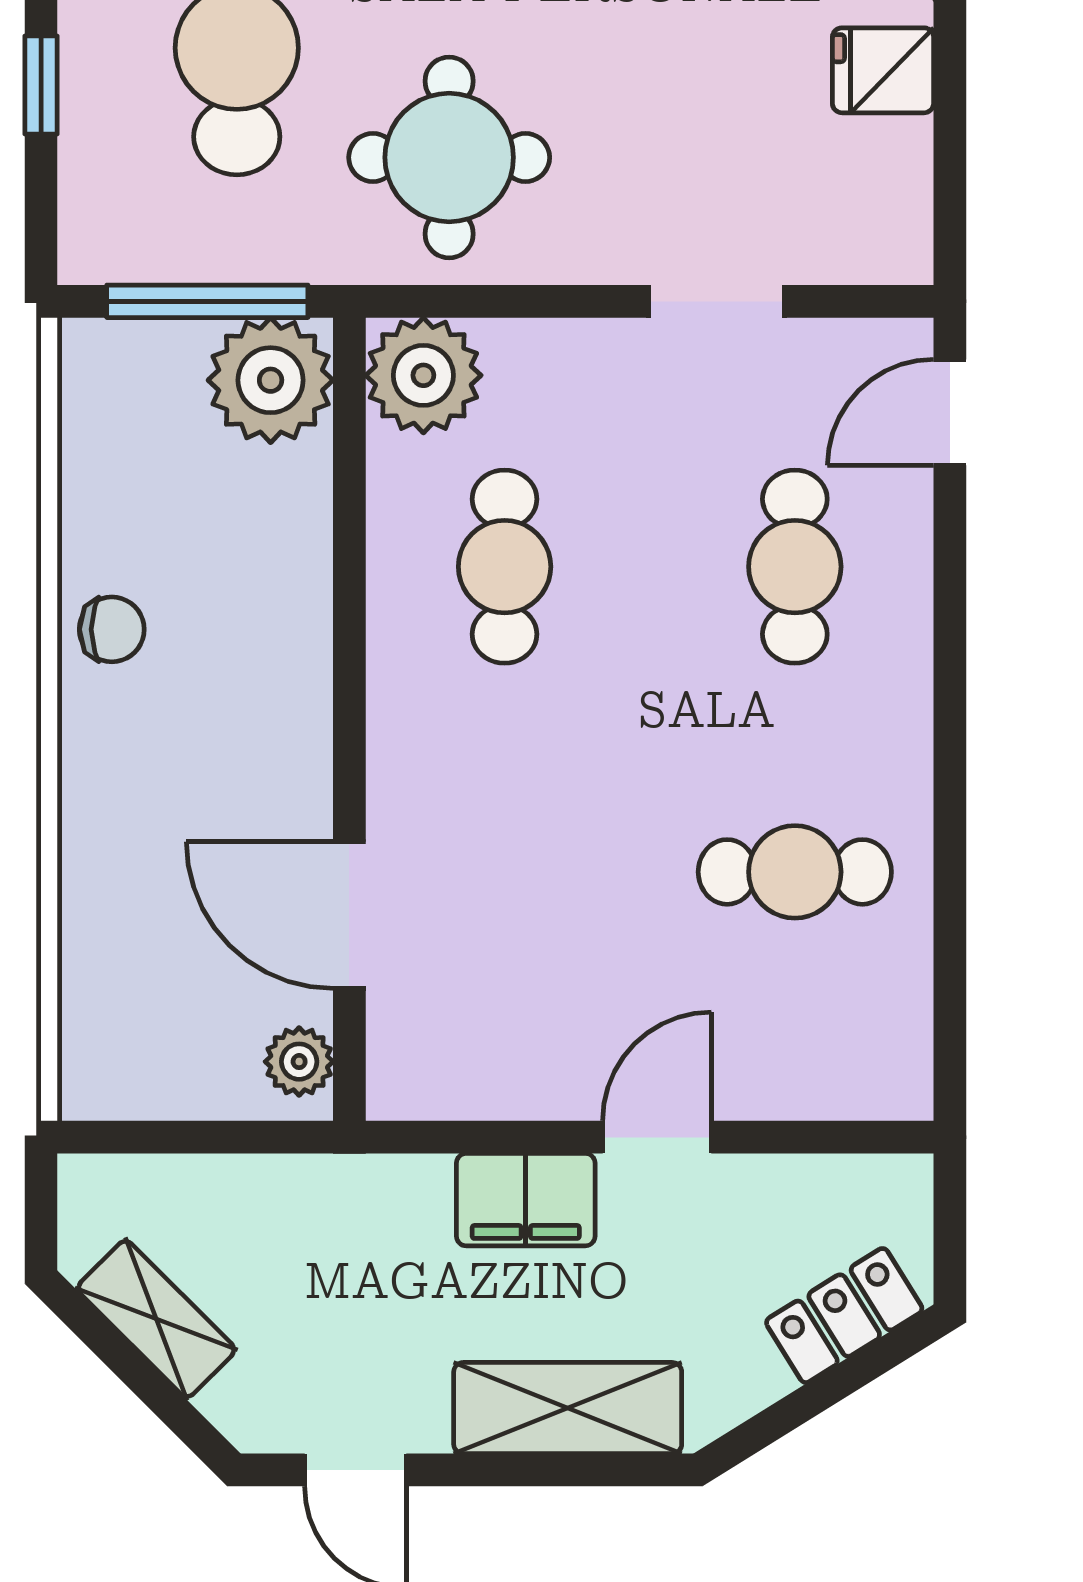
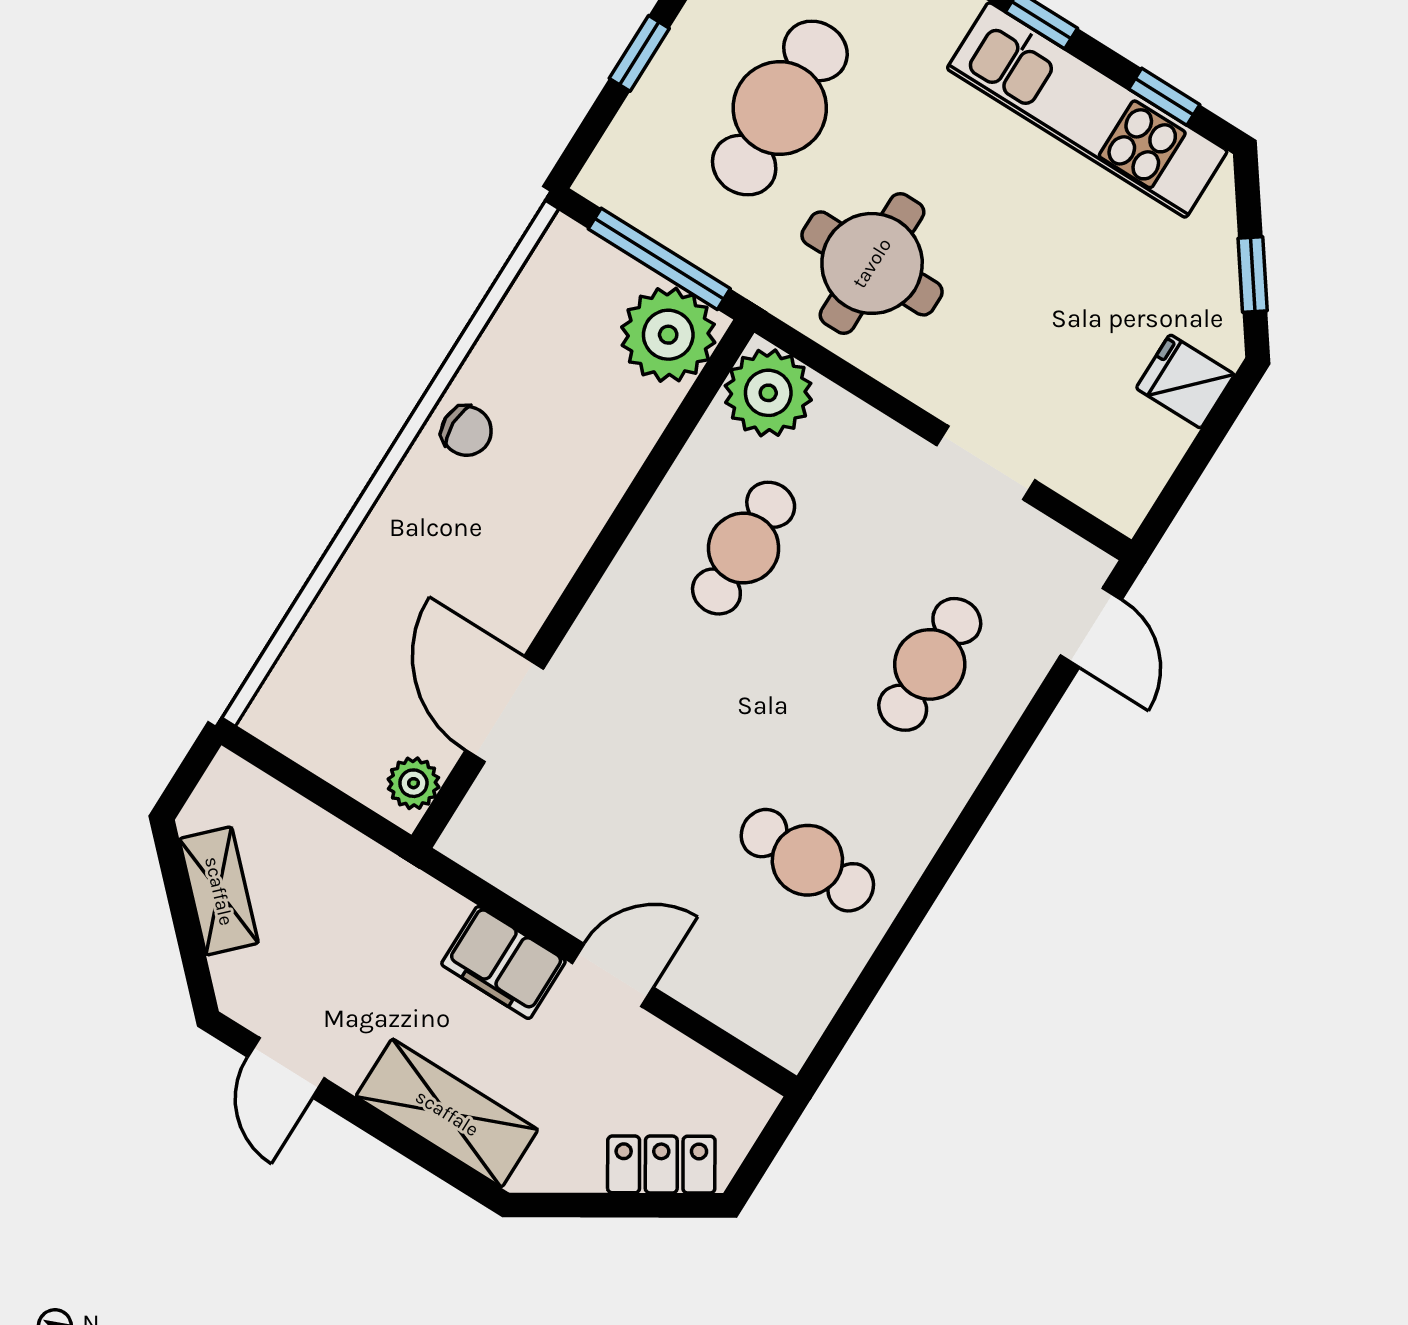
door: (950, 412) -> (1091, 628), swing flipped

